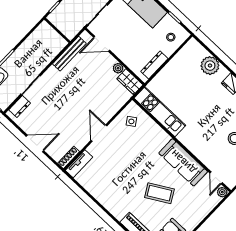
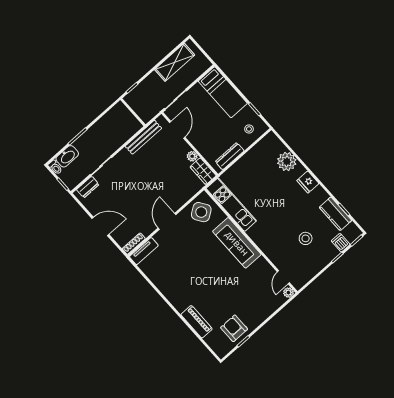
door: (102, 44) -> (177, 130), swing flipped
side table: (131, 121) -> (201, 212), width x1.87, depth x1.87
sofa: (183, 162) -> (237, 243), moved
coffee table: (159, 193) -> (224, 288), removed

